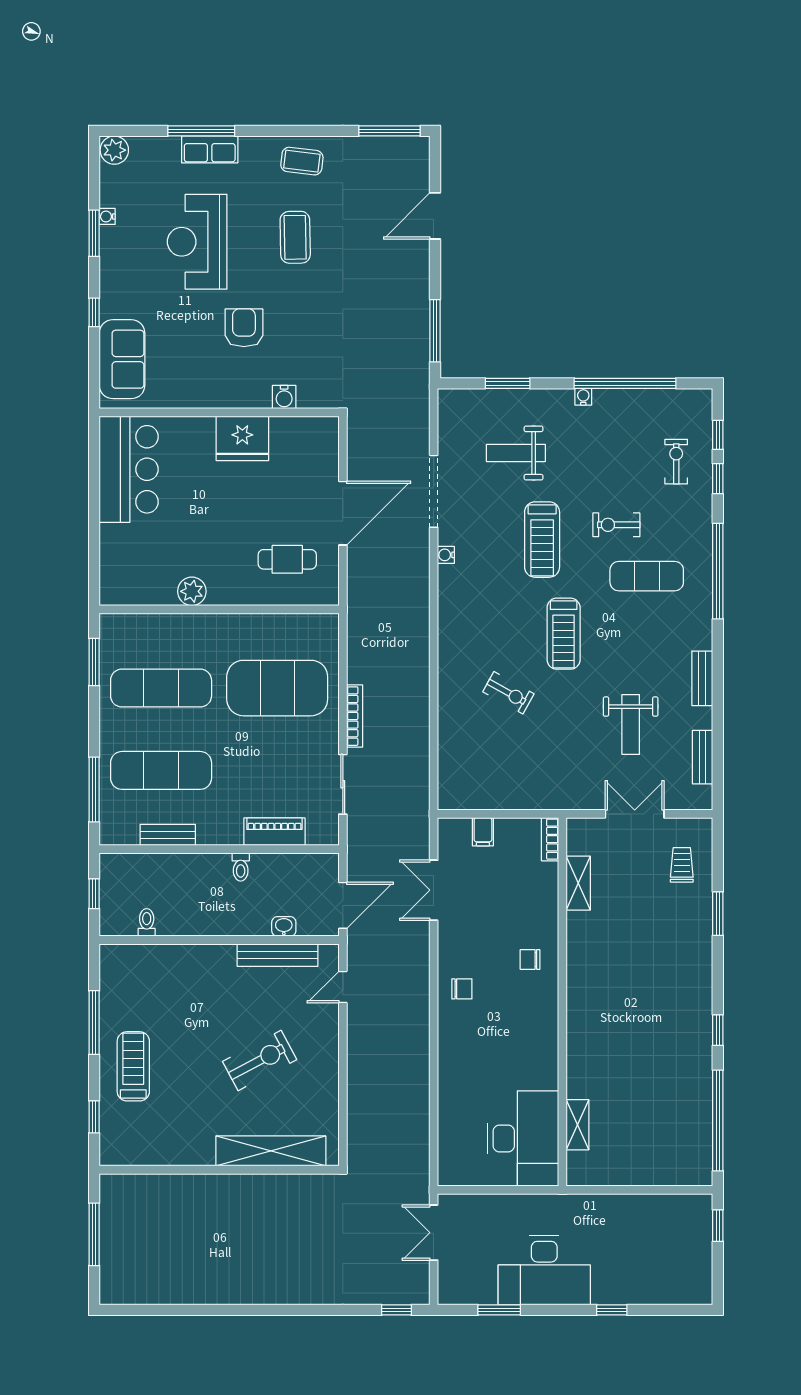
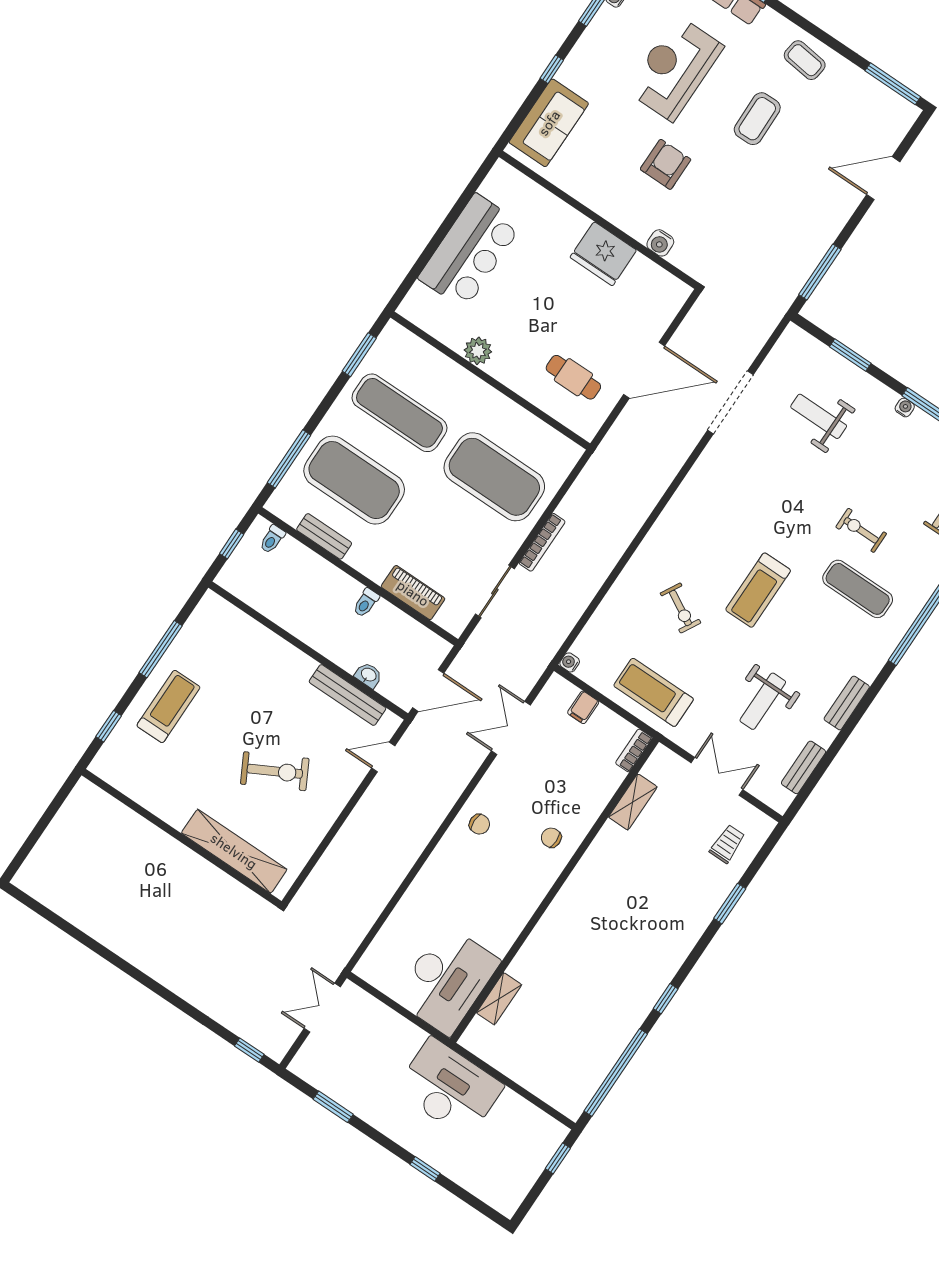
bar counter: (129, 469) -> (470, 251), moved
treadmill: (542, 540) -> (654, 692), moved, turned 90
water cooler: (446, 555) -> (570, 662), moved
exercise mat: (161, 770) -> (354, 480), width x1.47
toilet: (147, 922) -> (272, 539), moved, turned 180
window: (94, 1234) -> (44, 822), removed
desk: (544, 1270) -> (449, 1088), moved, turned 180

